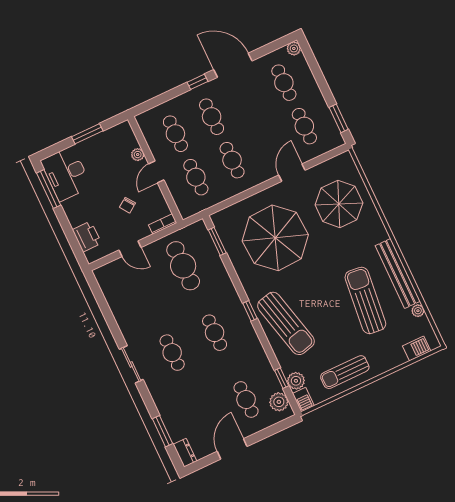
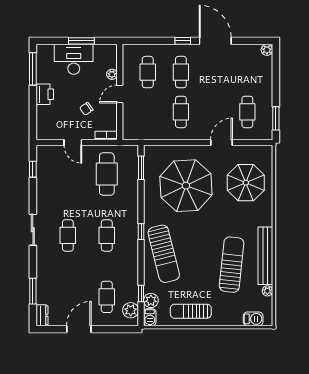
cafe table: (284, 83) -> (247, 72), removed
desk: (66, 174) -> (74, 59), moved, turned 90
cafe table: (196, 177) -> (148, 112), removed
printer: (87, 237) -> (45, 94), moved
window: (100, 298) -> (33, 169), added

